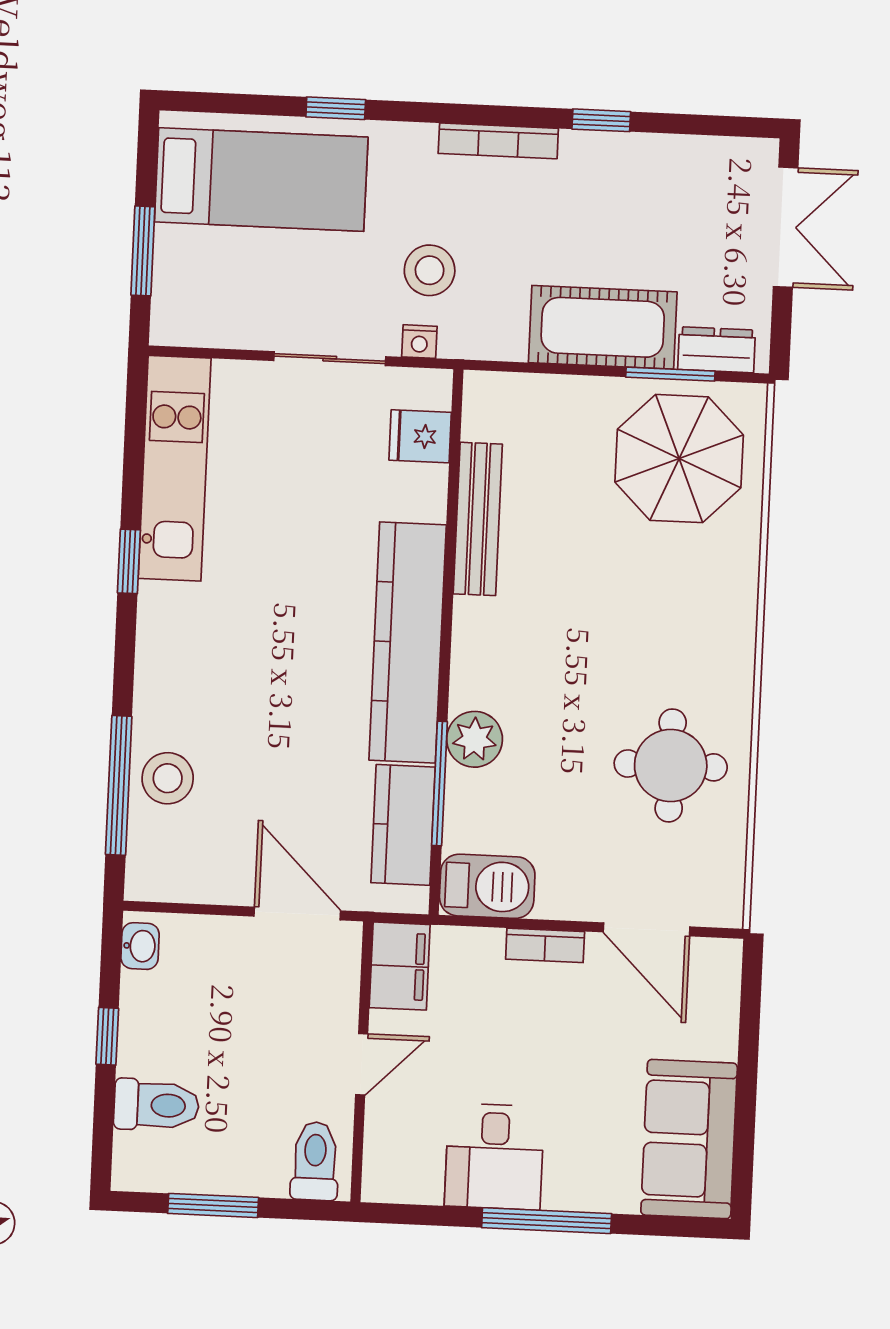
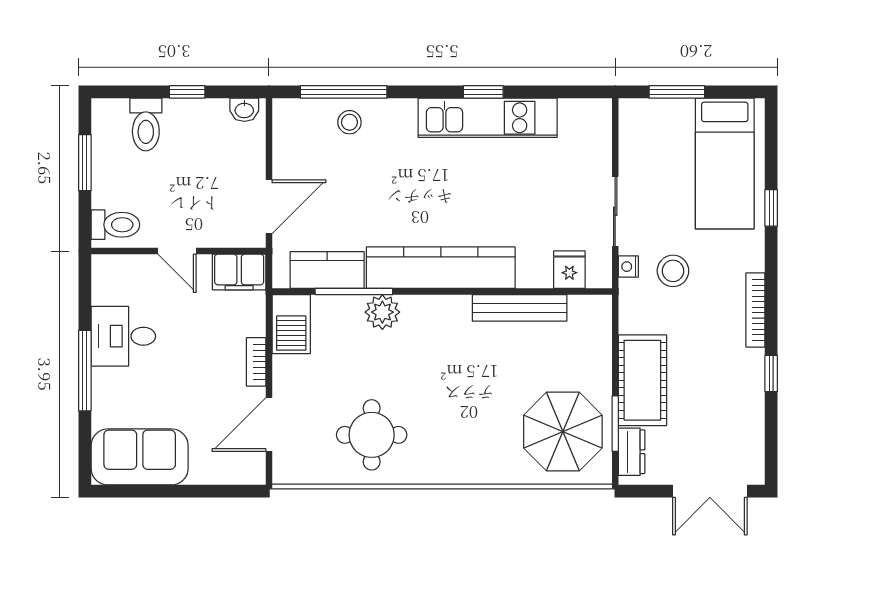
kitchen unit: (175, 468) -> (488, 118), moved
stool: (168, 778) -> (349, 122), width x0.73, depth x0.73

